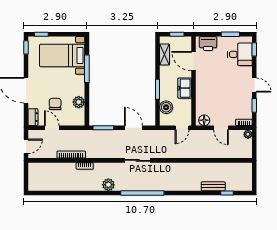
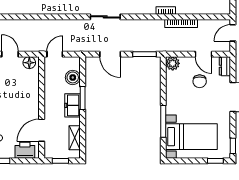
door: (193, 61) -> (42, 130), swing flipped
freezer: (185, 88) -> (72, 105), moved, turned 180
plant: (79, 102) -> (173, 63), moved

